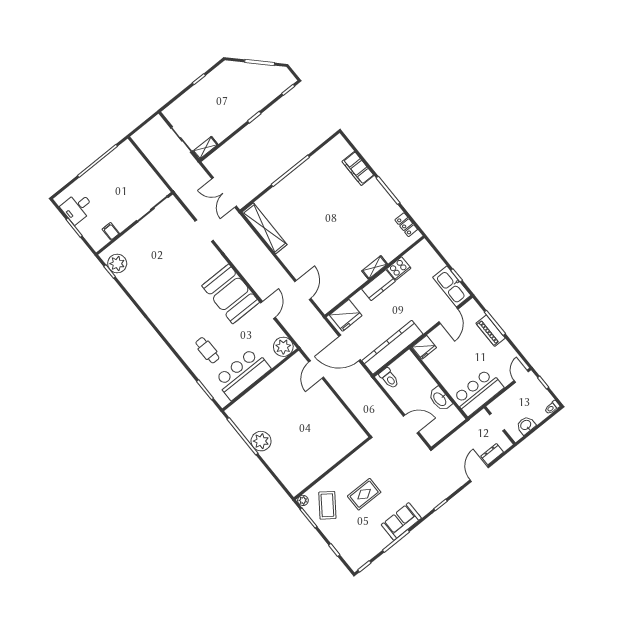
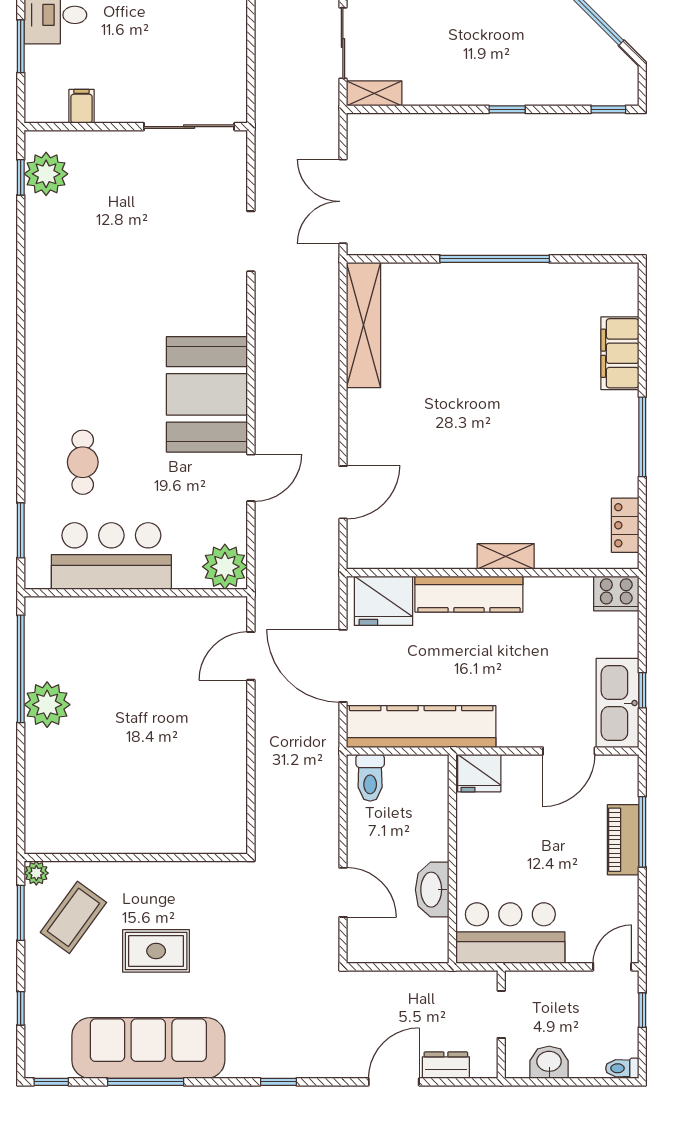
cooker: (399, 268) -> (616, 593), moved
kitchen counter: (379, 285) -> (469, 594), width x1.50
sofa: (401, 521) -> (148, 1048), width x1.85, depth x1.27

